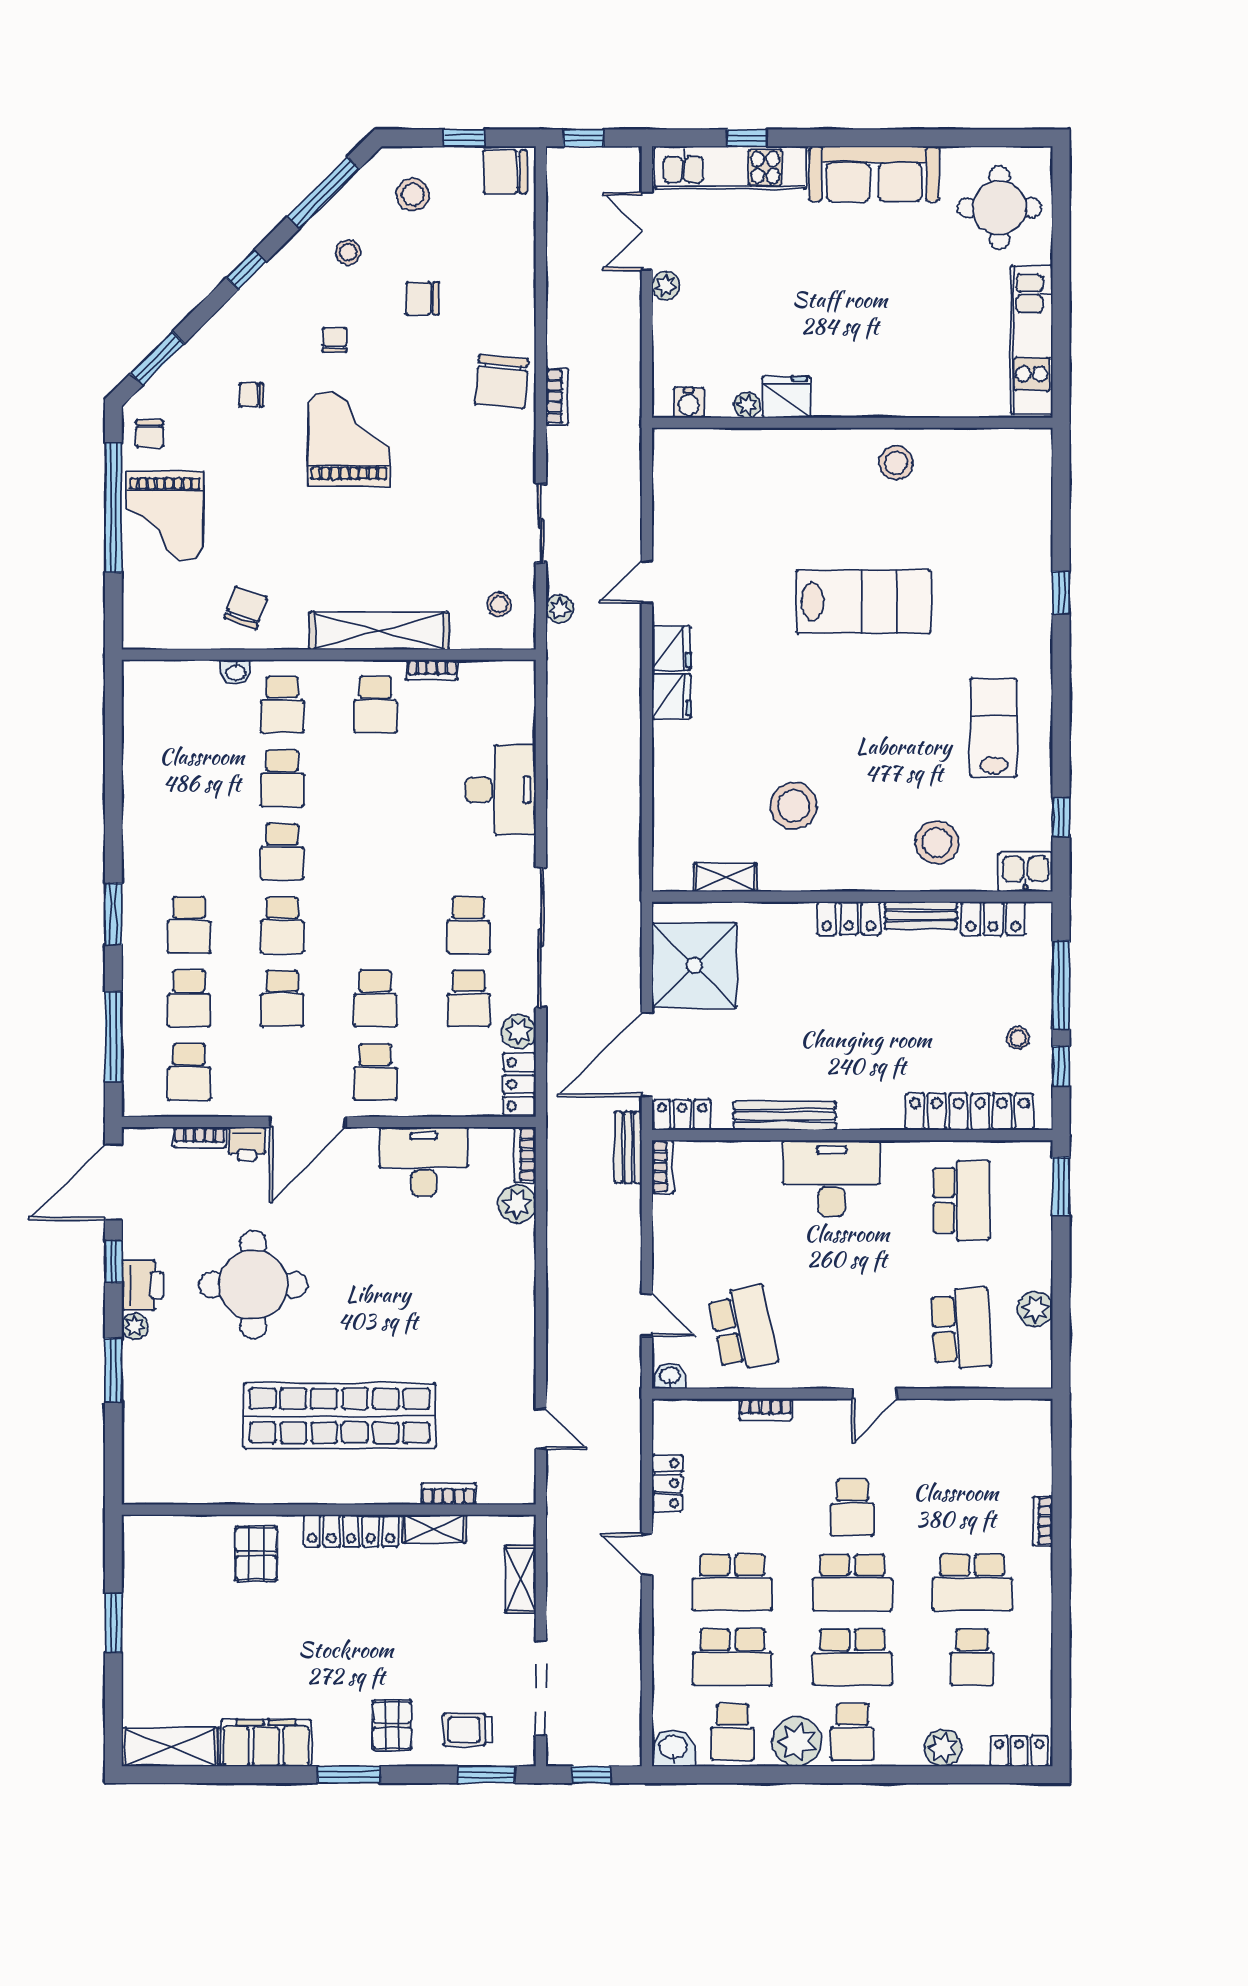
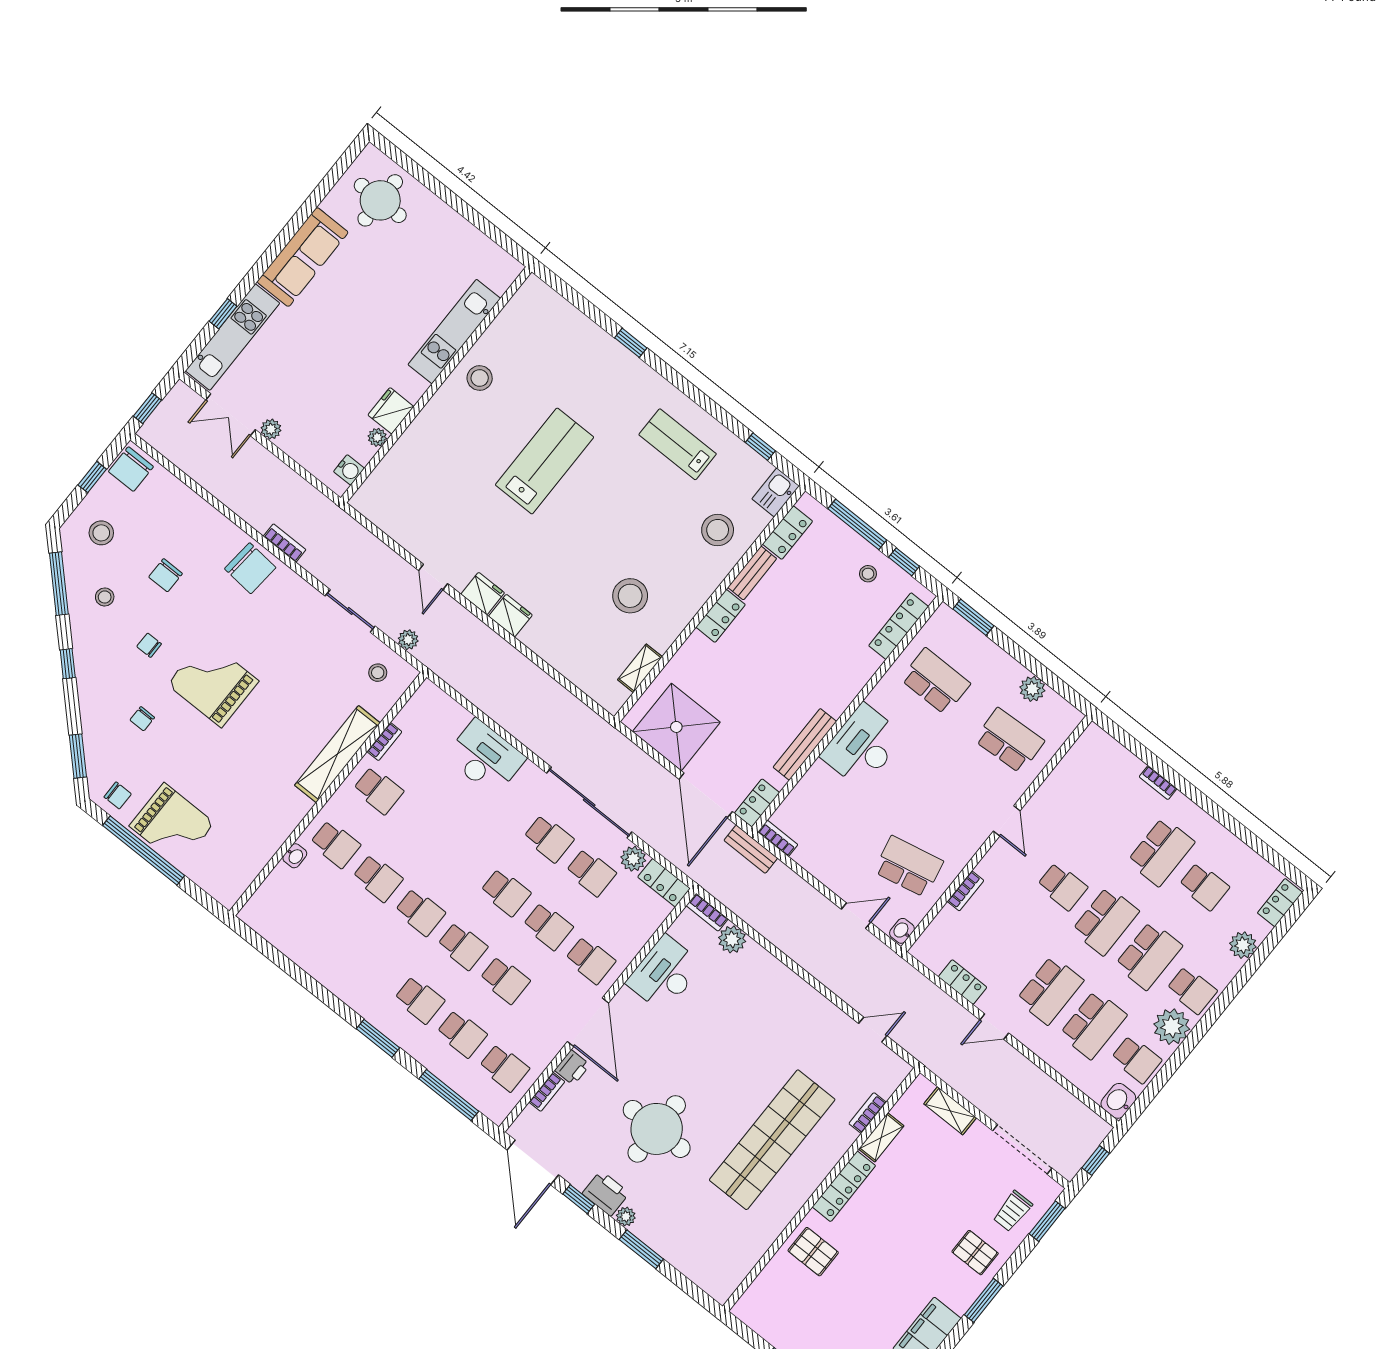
kitchen unit: (1032, 340) -> (454, 332), moved, turned 90
chair: (246, 608) -> (262, 820), removed
school desk: (375, 925) -> (506, 892), added
locker: (969, 1112) -> (899, 626), width x0.71, depth x0.83

